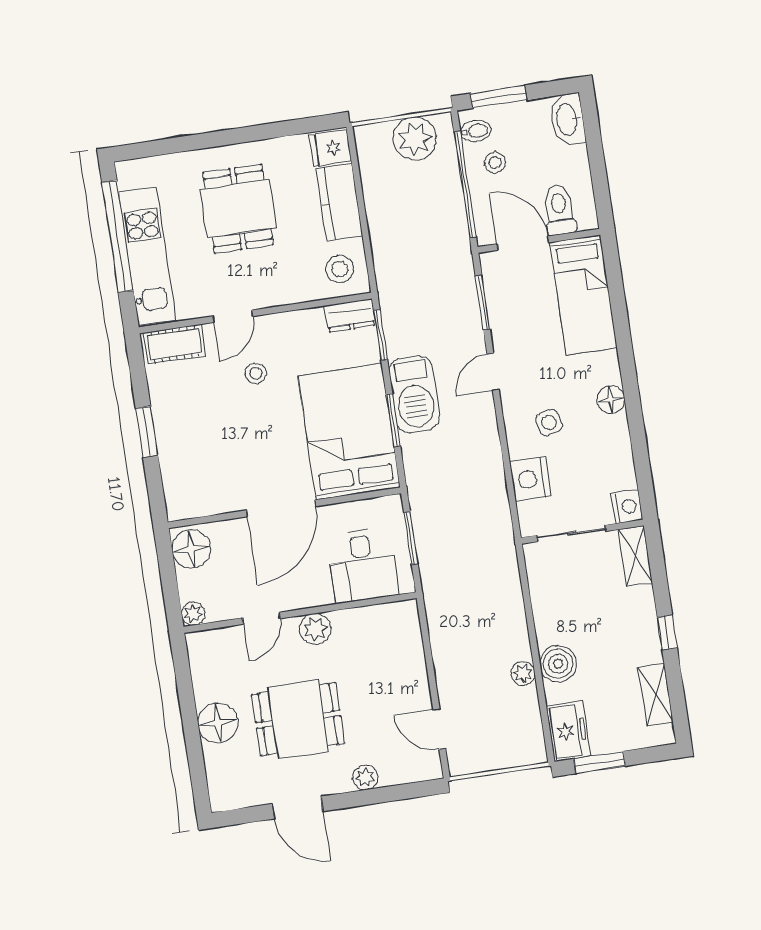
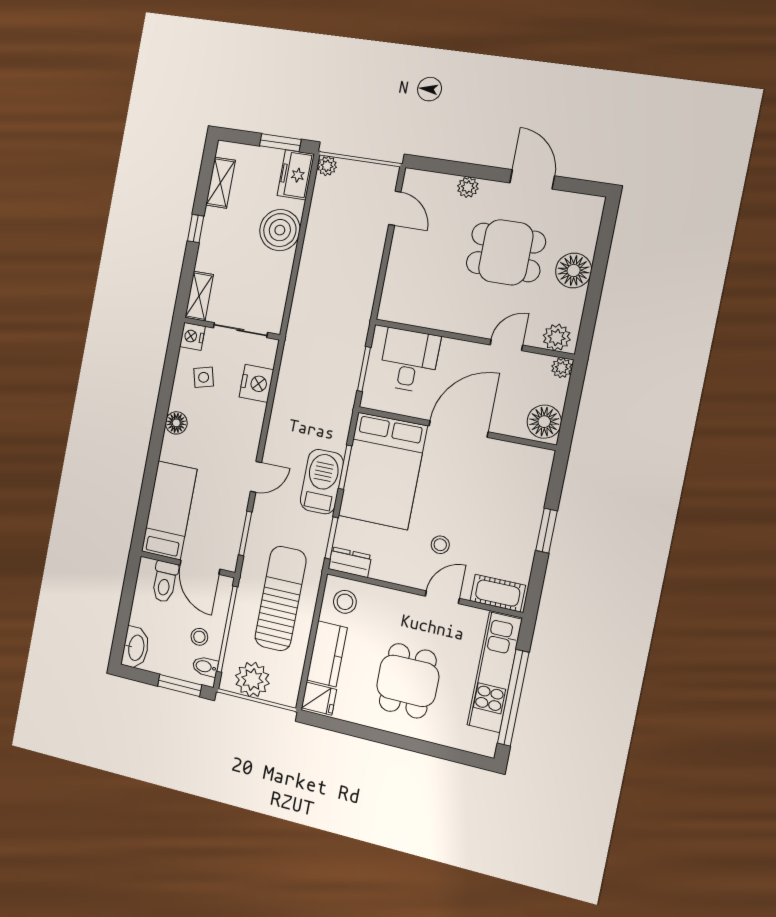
sun lounger: (415, 244) -> (281, 598), added
side table: (549, 423) -> (204, 377), moved
plant: (315, 629) -> (557, 337), moved
boiler: (558, 664) -> (280, 230), width x1.37, depth x1.37
plant: (523, 673) -> (327, 166), moved

